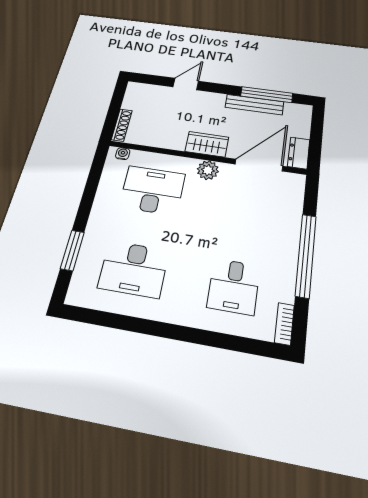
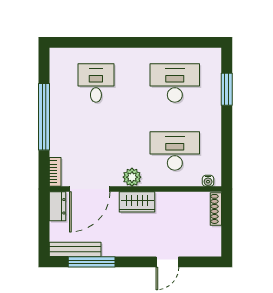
bench: (254, 105) -> (75, 249), moved
desk: (152, 190) -> (175, 151), turned 180
bookcase: (284, 324) -> (55, 172), moved

